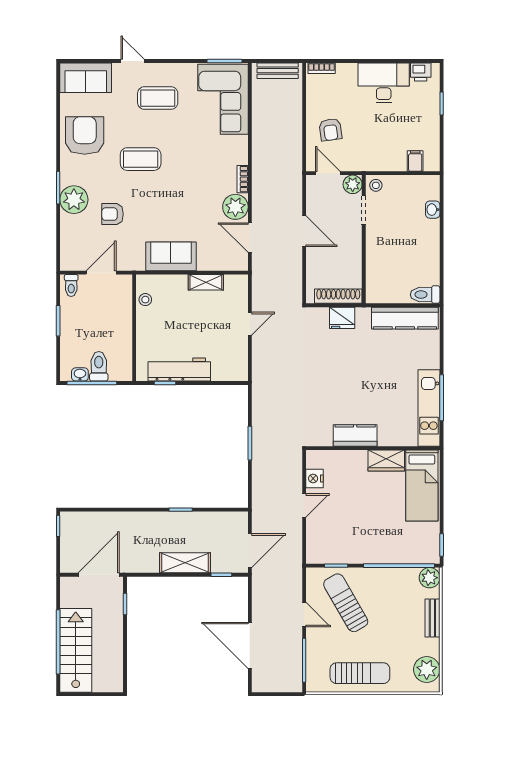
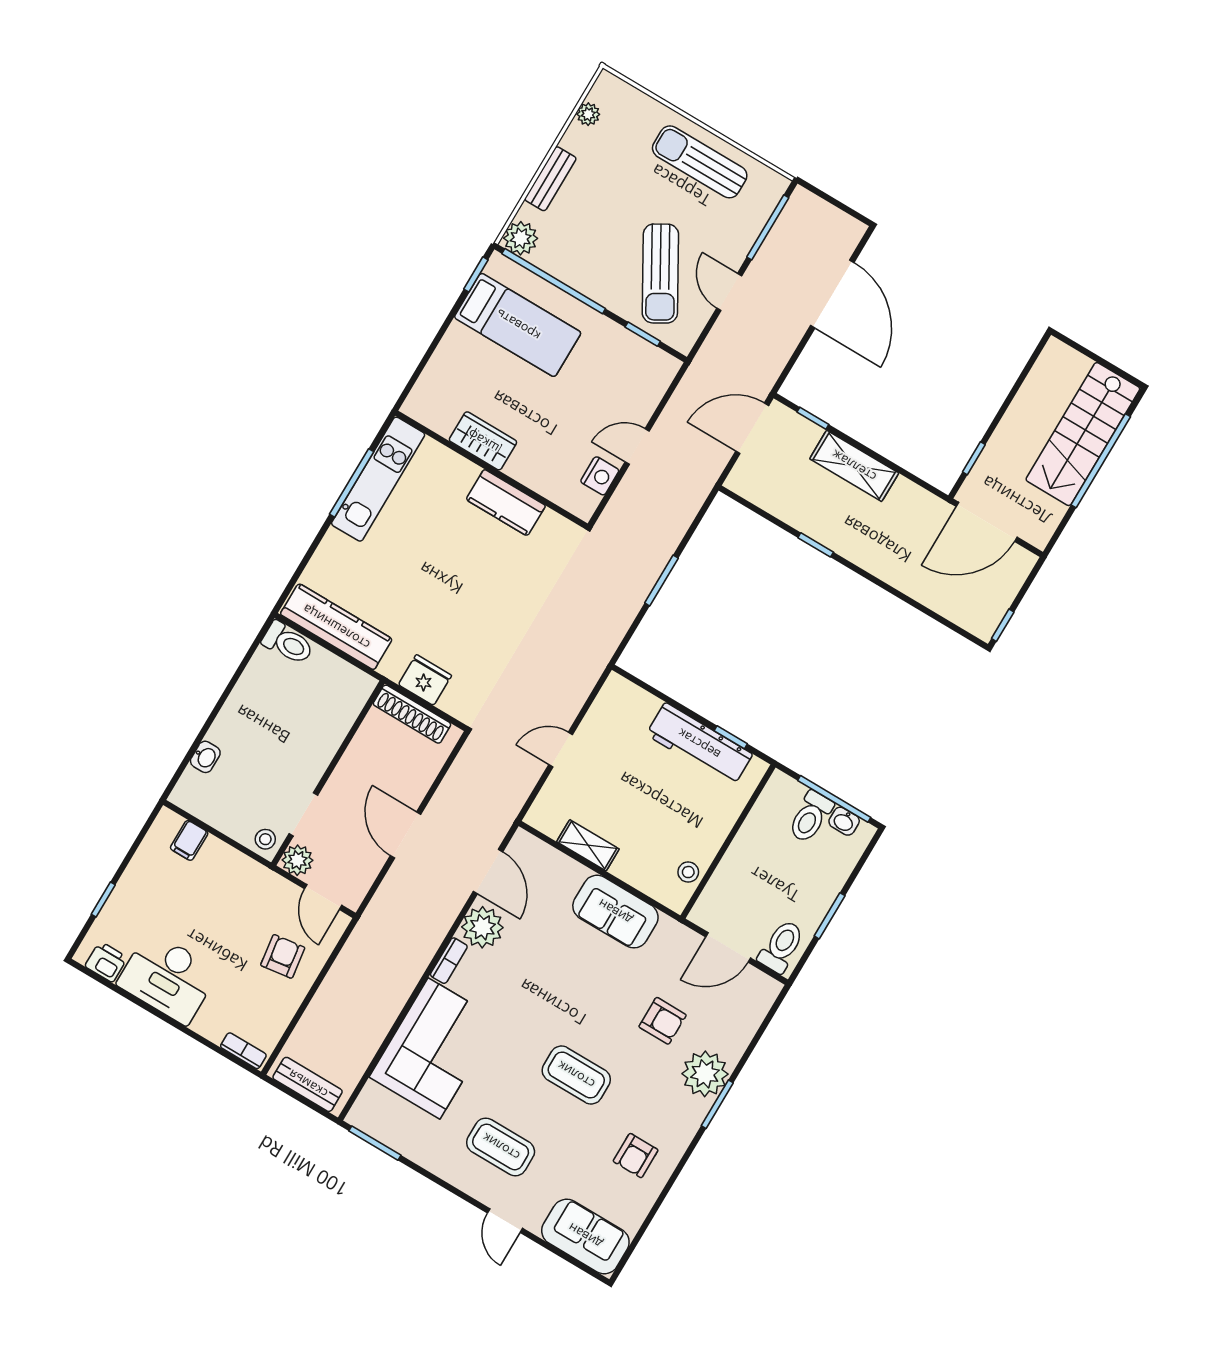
corner sofa: (223, 99) -> (434, 1048), moved
armchair: (85, 135) -> (636, 1156), width x0.53, depth x0.53
toilet: (71, 285) -> (781, 946), width x1.37, depth x1.39
bed: (422, 486) -> (518, 325), moved, turned 90
plant: (427, 669) -> (588, 114), width x0.53, depth x0.53

